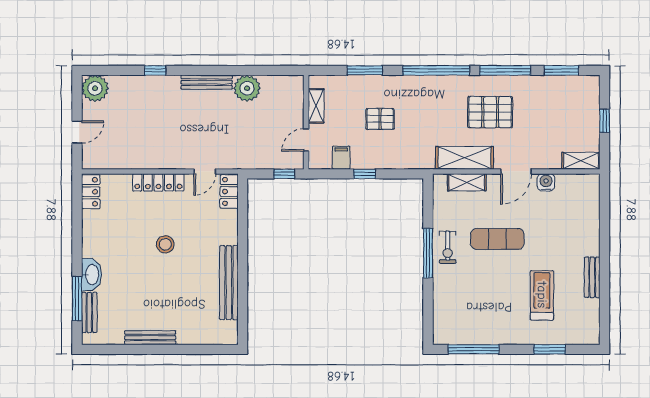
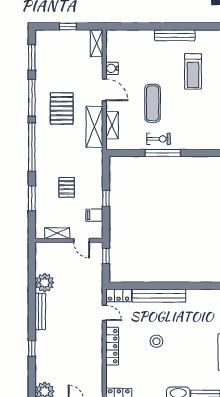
bench: (592, 277) -> (175, 35), width x1.36
bench: (229, 283) -> (159, 296), moved
treadmill: (542, 295) -> (193, 71), turned -90

